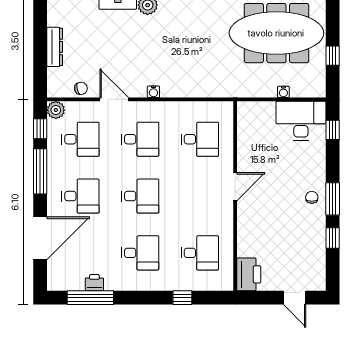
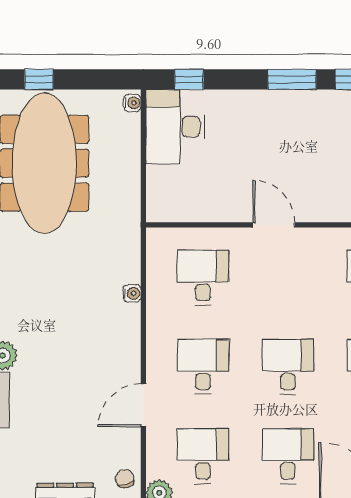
window: (333, 56) -> (39, 79), moved
chair: (81, 88) -> (125, 479), moved
water cooler: (153, 92) -> (132, 293), moved
water cooler: (283, 92) -> (132, 103), moved
chair: (312, 197) -> (290, 110), removed

